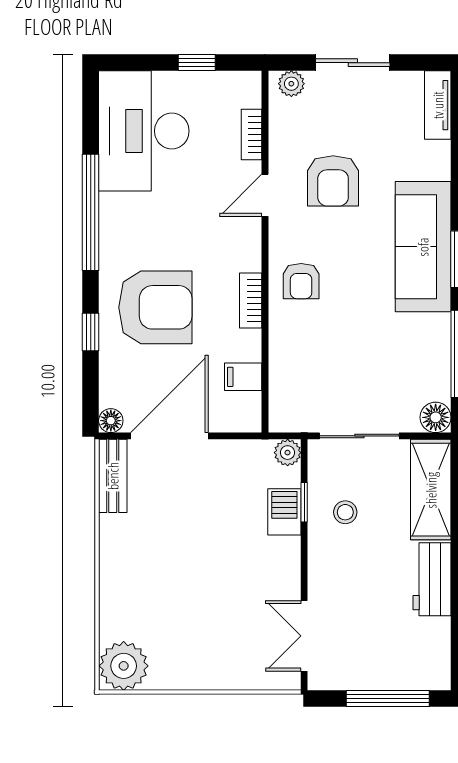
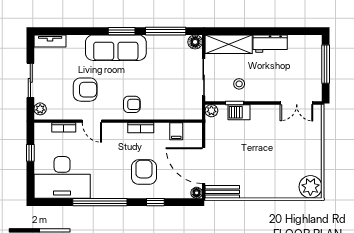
armchair: (155, 307) -> (144, 172), width x0.73, depth x0.73

